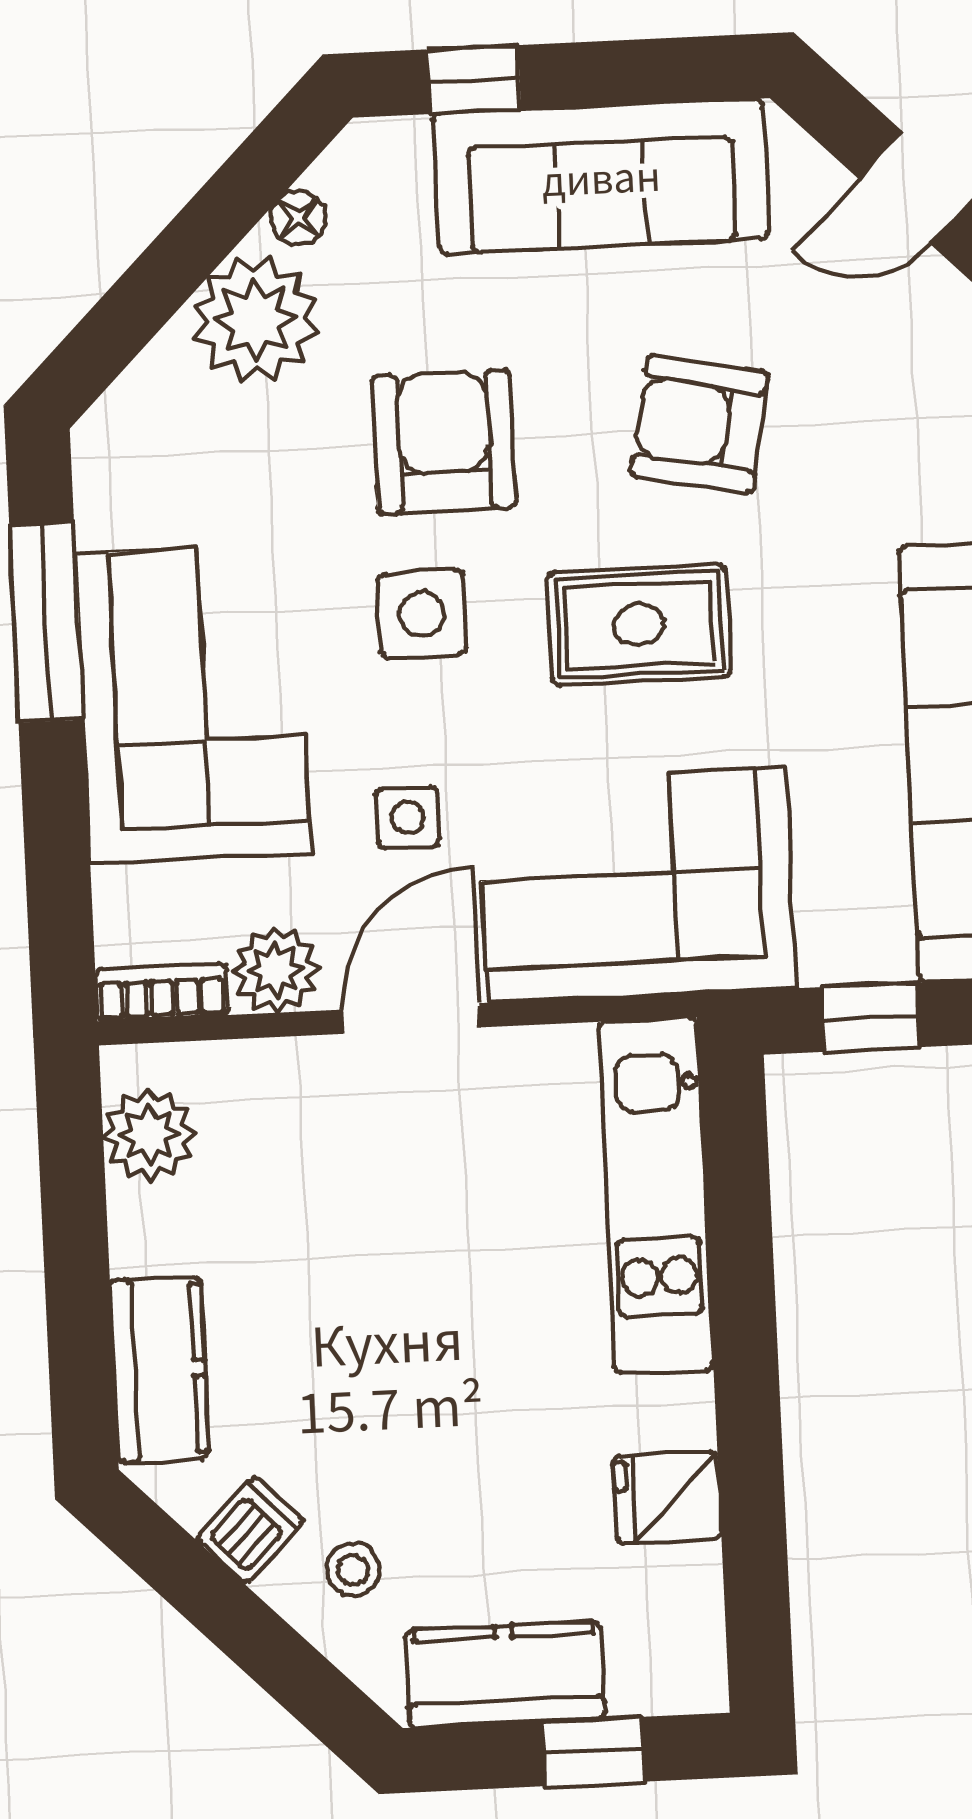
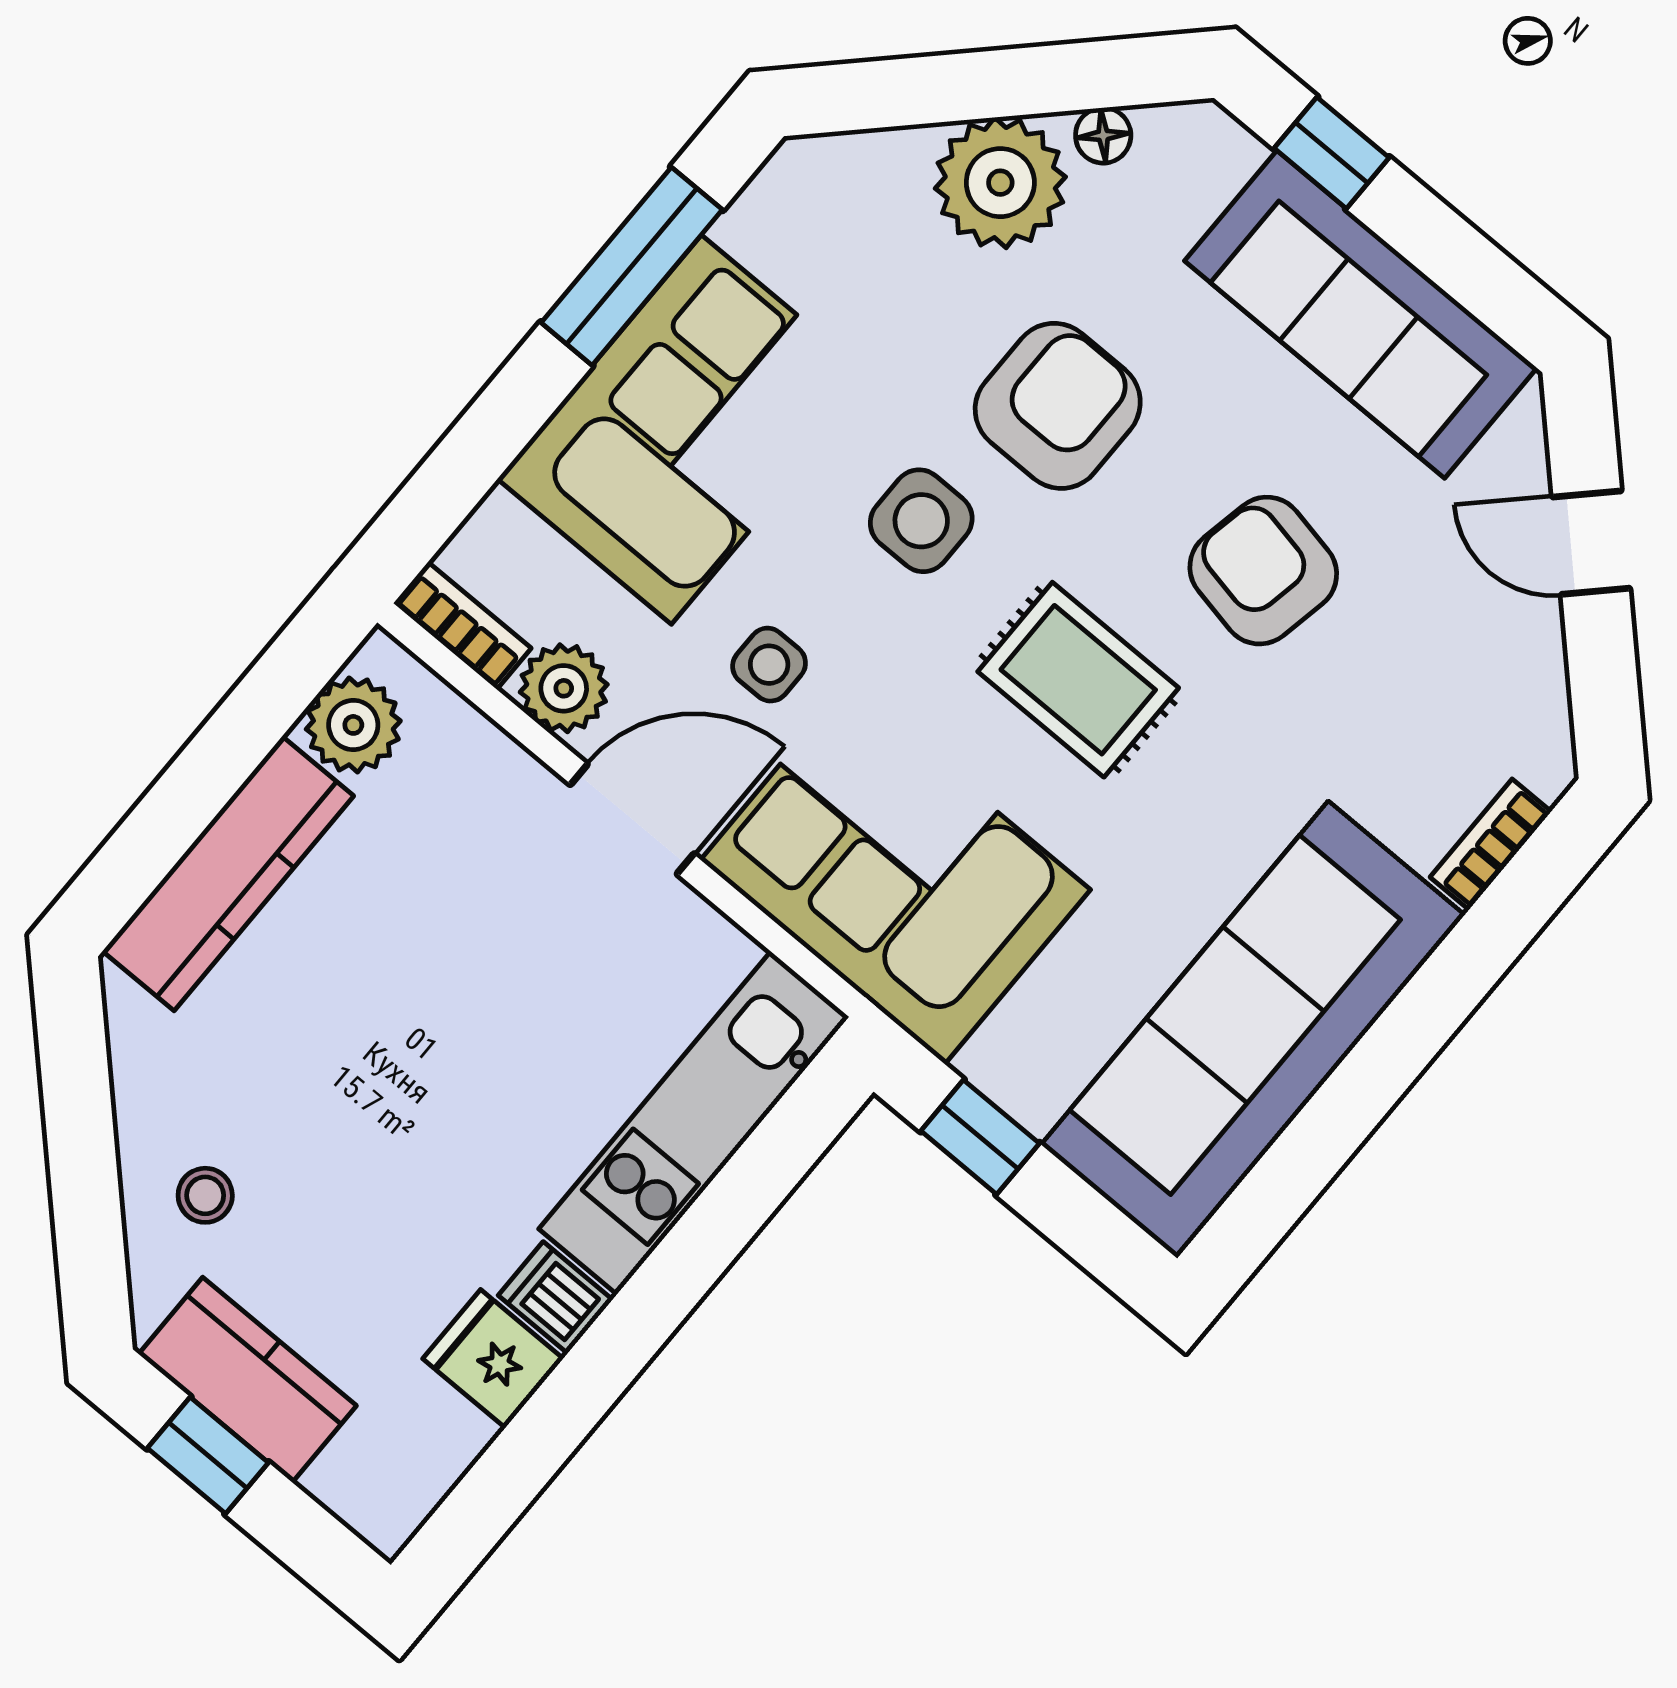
kitchen counter: (159, 1369) -> (228, 873), width x1.50
dishwasher: (250, 1530) -> (555, 1297), moved, turned -135
window: (593, 1752) -> (208, 1455), moved

